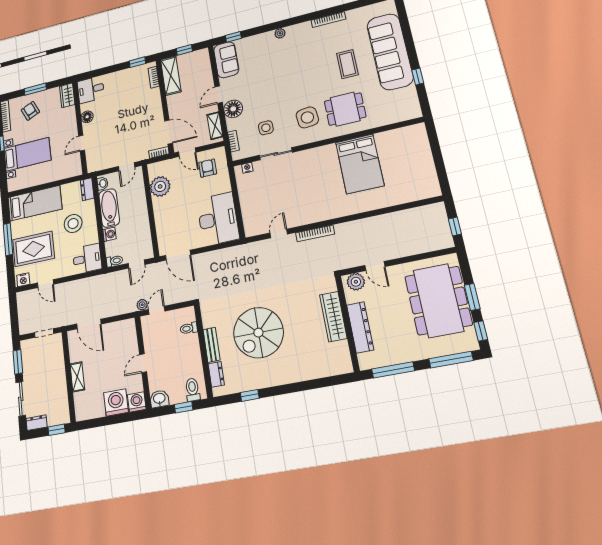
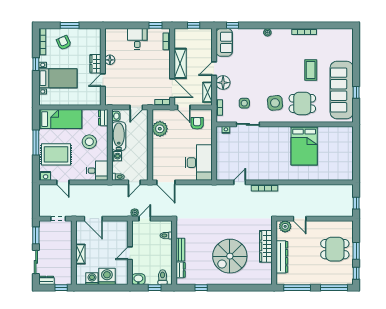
sofa: (390, 52) -> (342, 90), moved
shelving: (171, 76) -> (180, 63), moved
desk: (91, 90) -> (137, 39), moved, turned 90
wardrobe: (67, 95) -> (96, 64), moved
dining table: (438, 301) -> (335, 249), width x0.53, depth x0.80
spiral stairs: (258, 333) -> (230, 256), moved
washing machine: (137, 402) -> (92, 279), moved

